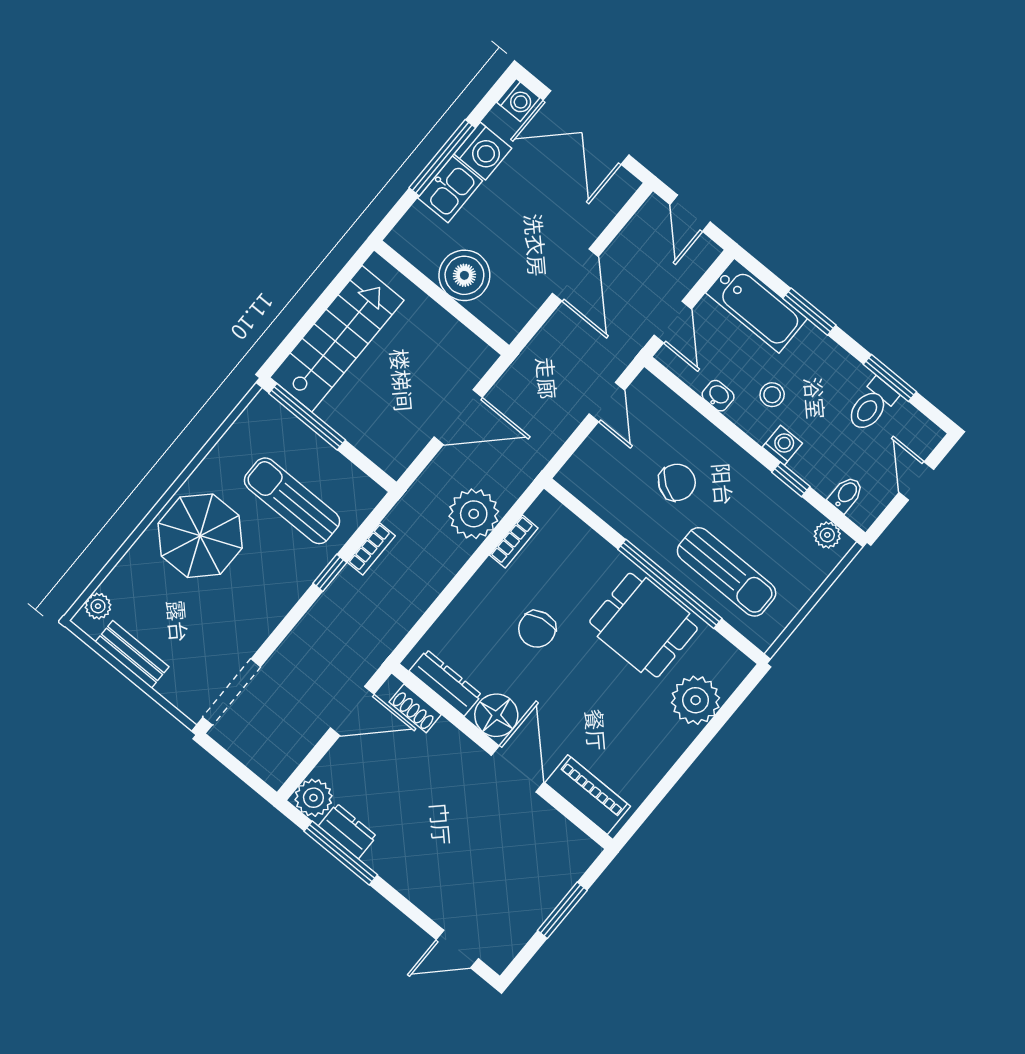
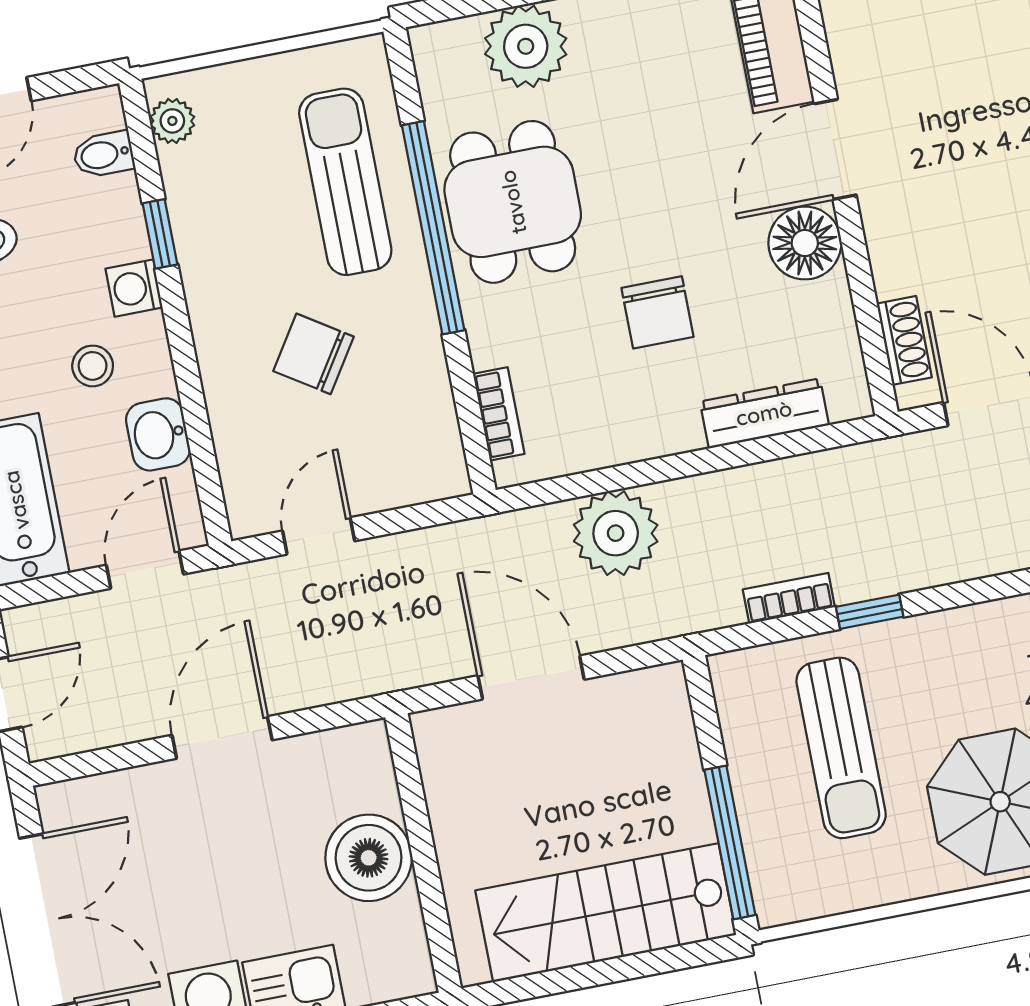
washbasin: (718, 396) -> (158, 434), width x1.38, depth x1.45
bookcase: (514, 541) -> (499, 414), moved, turned 90
chair: (537, 629) -> (657, 312), turned 101
dresser: (445, 683) -> (764, 413), moved, turned 90

